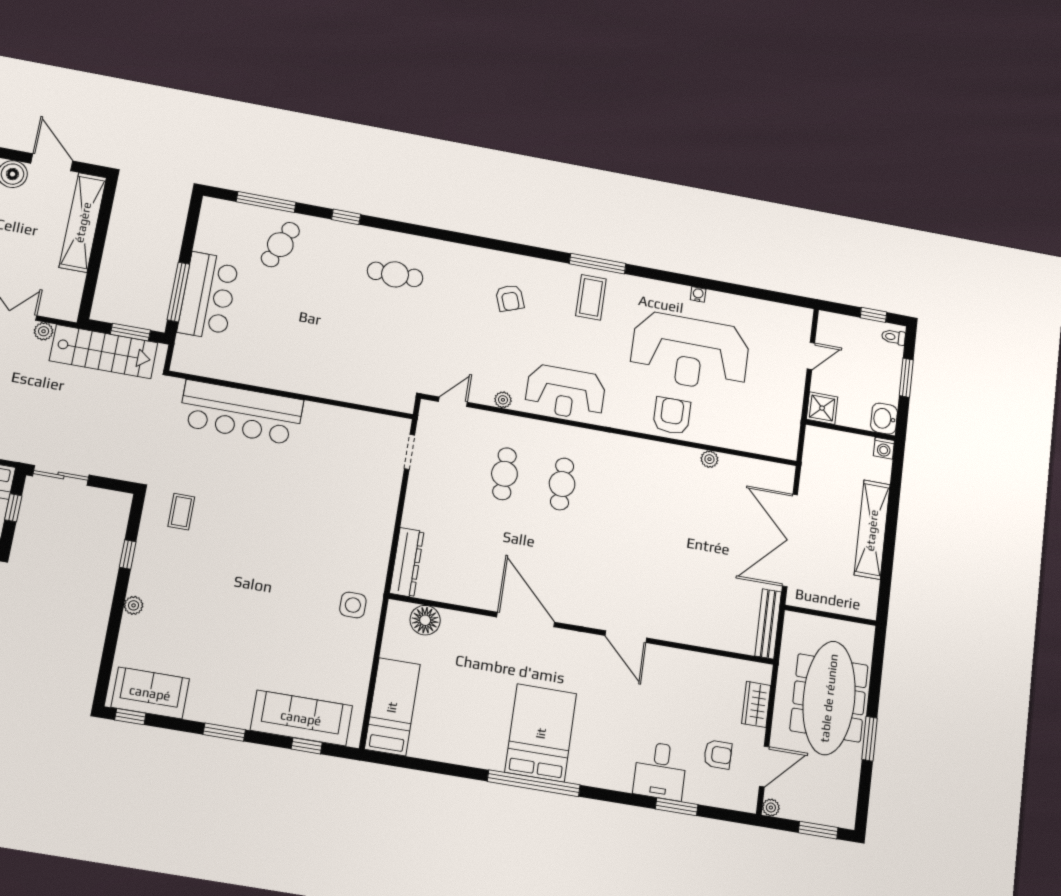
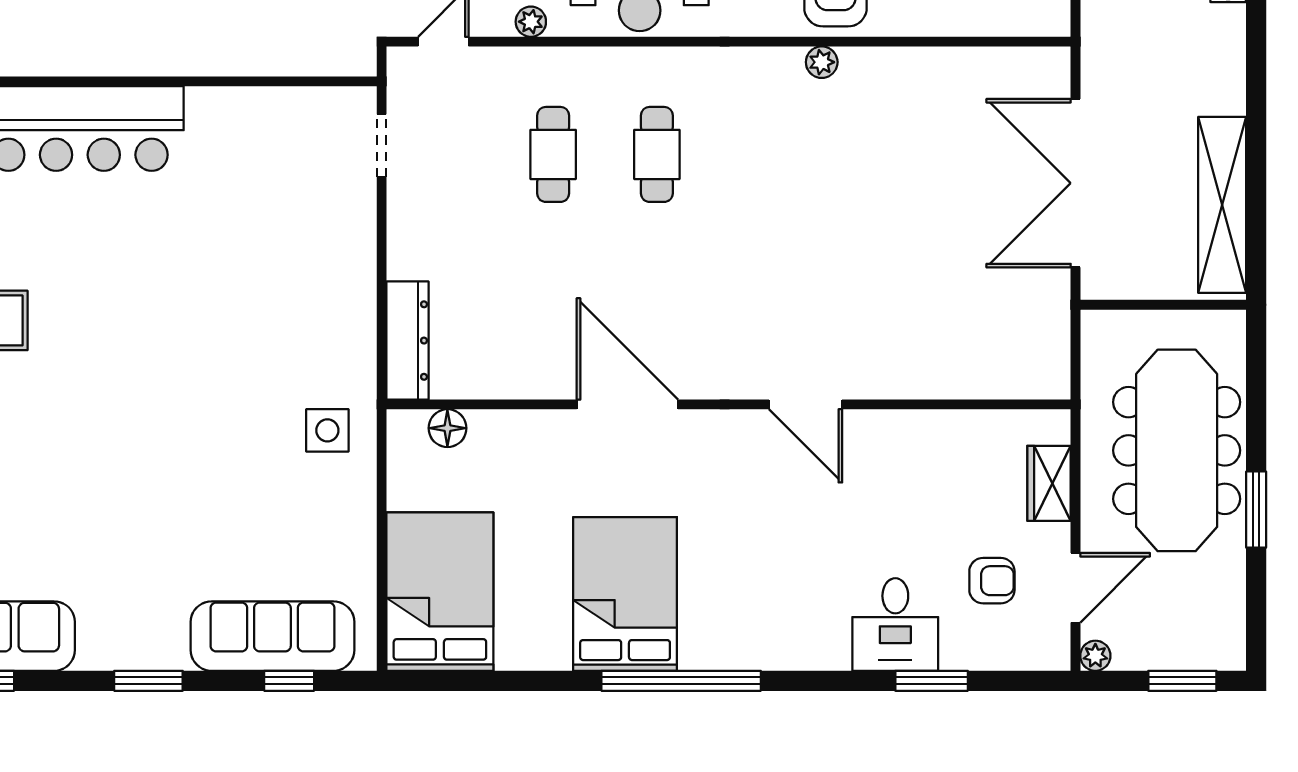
plant: (709, 459) -> (822, 62), moved
shelving: (872, 530) -> (1222, 205), moved
floor lamp: (425, 620) -> (447, 428), width x0.73, depth x0.73
bench: (768, 624) -> (1054, 339), removed
bed: (392, 707) -> (440, 592), width x1.50
bed: (541, 733) -> (625, 594), moved

